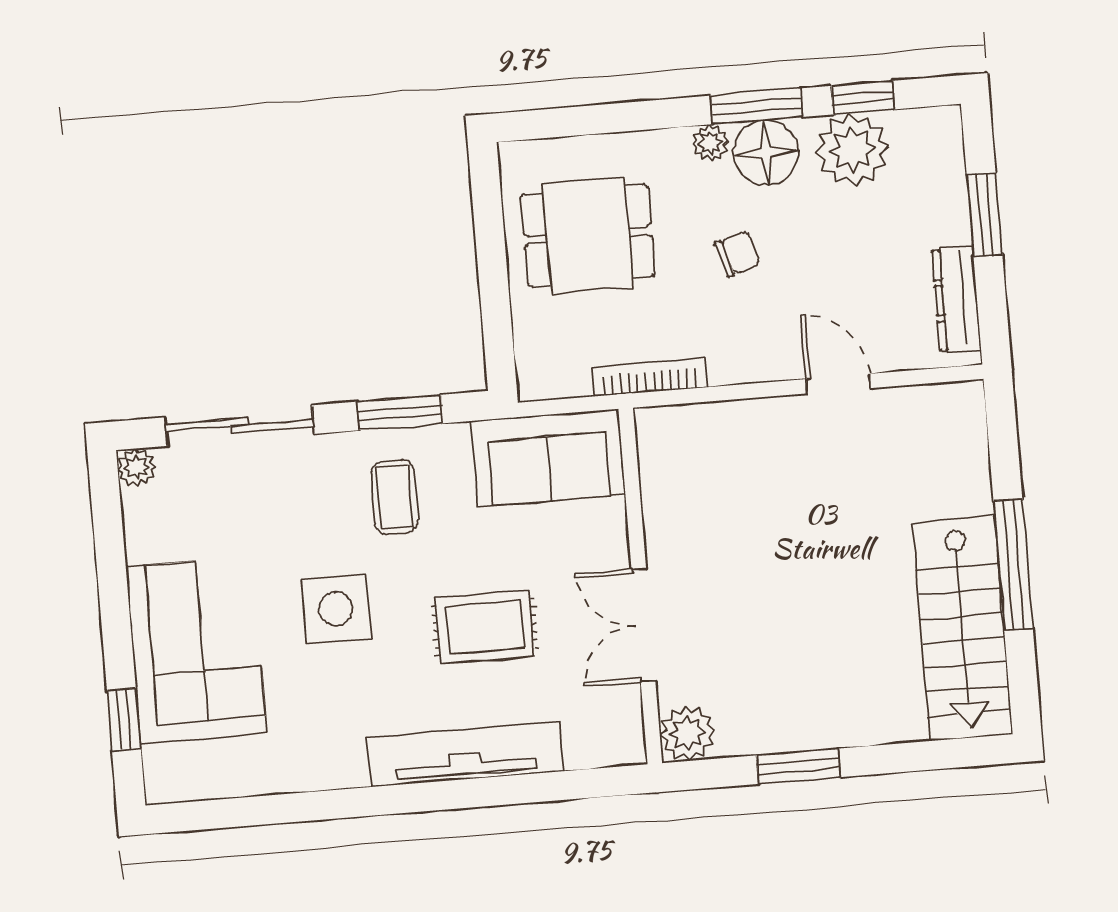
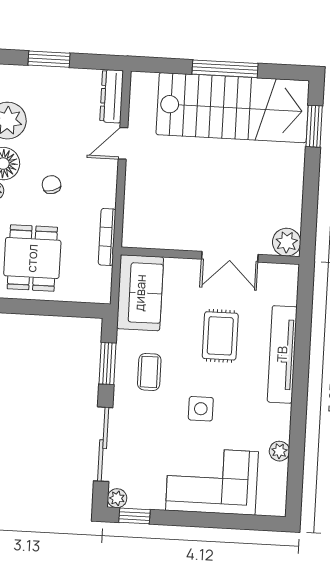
dresser: (956, 299) -> (112, 96), moved, turned 90
coffee table: (394, 497) -> (149, 372), turned 90
side table: (336, 609) -> (201, 409), width x0.73, depth x0.73
stairs: (963, 628) -> (233, 108), width x1.36, depth x1.51
window: (124, 719) -> (135, 516), moved
window: (798, 766) -> (314, 126), moved
plant: (273, 775) -> (279, 451), added

